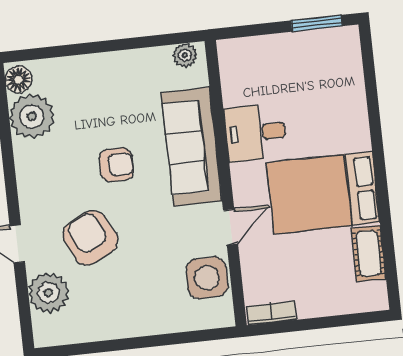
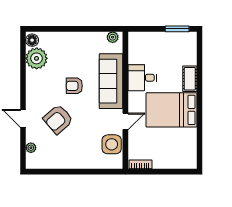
armchair: (116, 165) -> (74, 86), turned 180
armchair: (90, 238) -> (58, 119), turned -104
cot: (369, 253) -> (190, 79), moved
plant: (48, 293) -> (31, 148), width x0.53, depth x0.53

